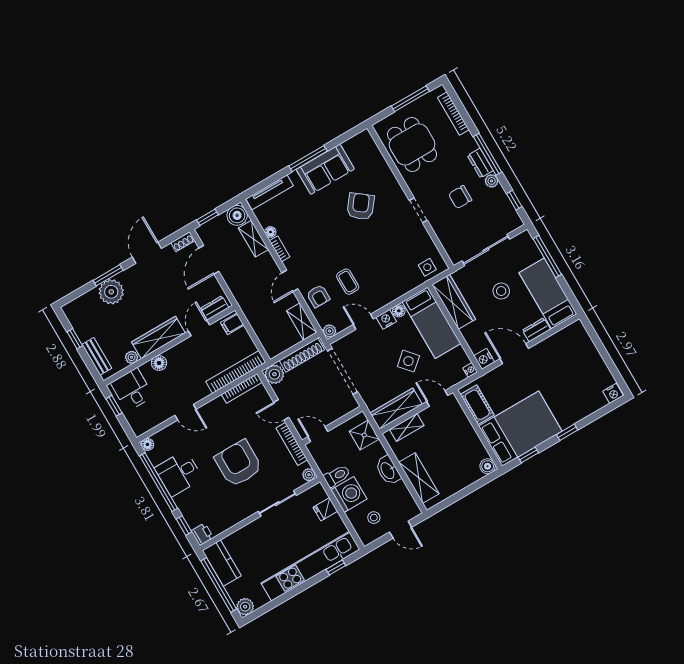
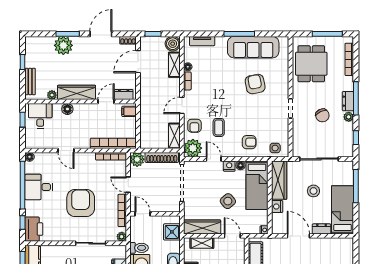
sofa: (325, 169) -> (253, 47), width x1.36
tv unit: (270, 192) -> (202, 41), width x0.71
chair: (460, 197) -> (322, 115), turned -115
armchair: (361, 206) -> (255, 84), turned -49
armchair: (393, 278) -> (249, 142), added
plant: (329, 331) -> (193, 148), width x1.88, depth x1.88
nightstand: (484, 359) -> (277, 207), moved
printer: (202, 534) -> (34, 229), width x1.87, depth x1.48

